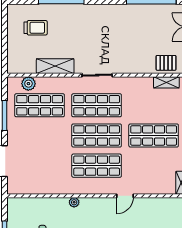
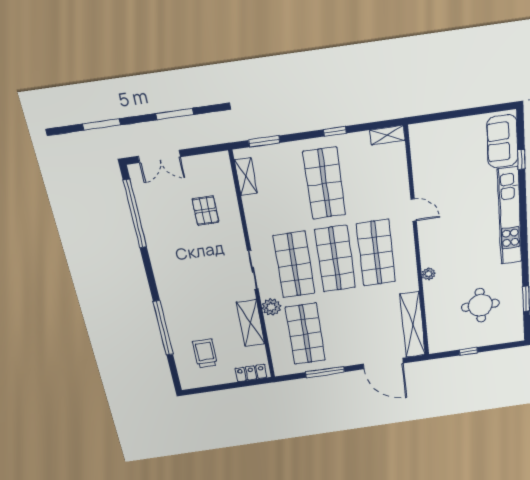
locker: (13, 59) -> (251, 373), added
pallet: (166, 63) -> (205, 211), moved
plant: (28, 84) -> (271, 307), moved
shelving: (34, 187) -> (413, 325), added

